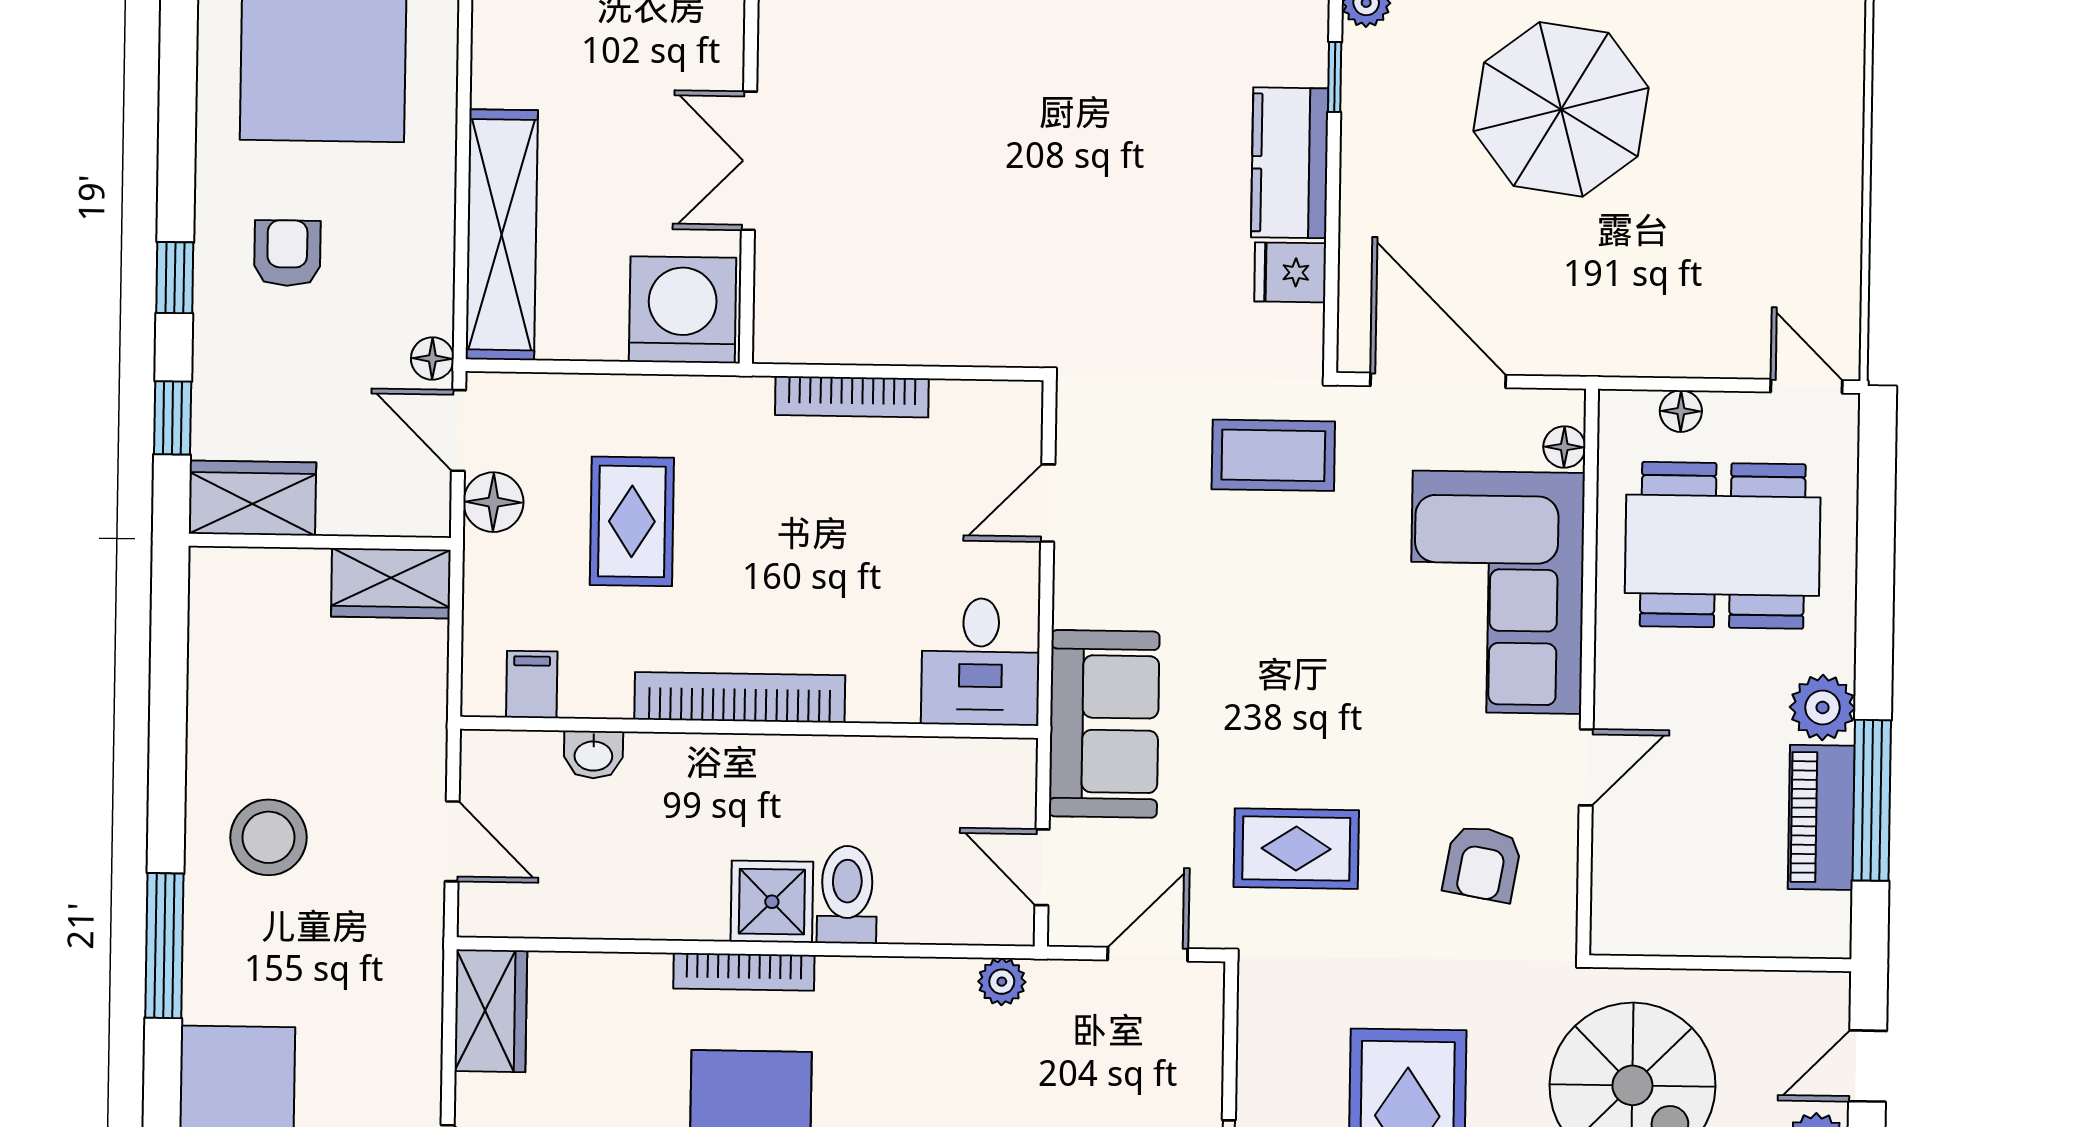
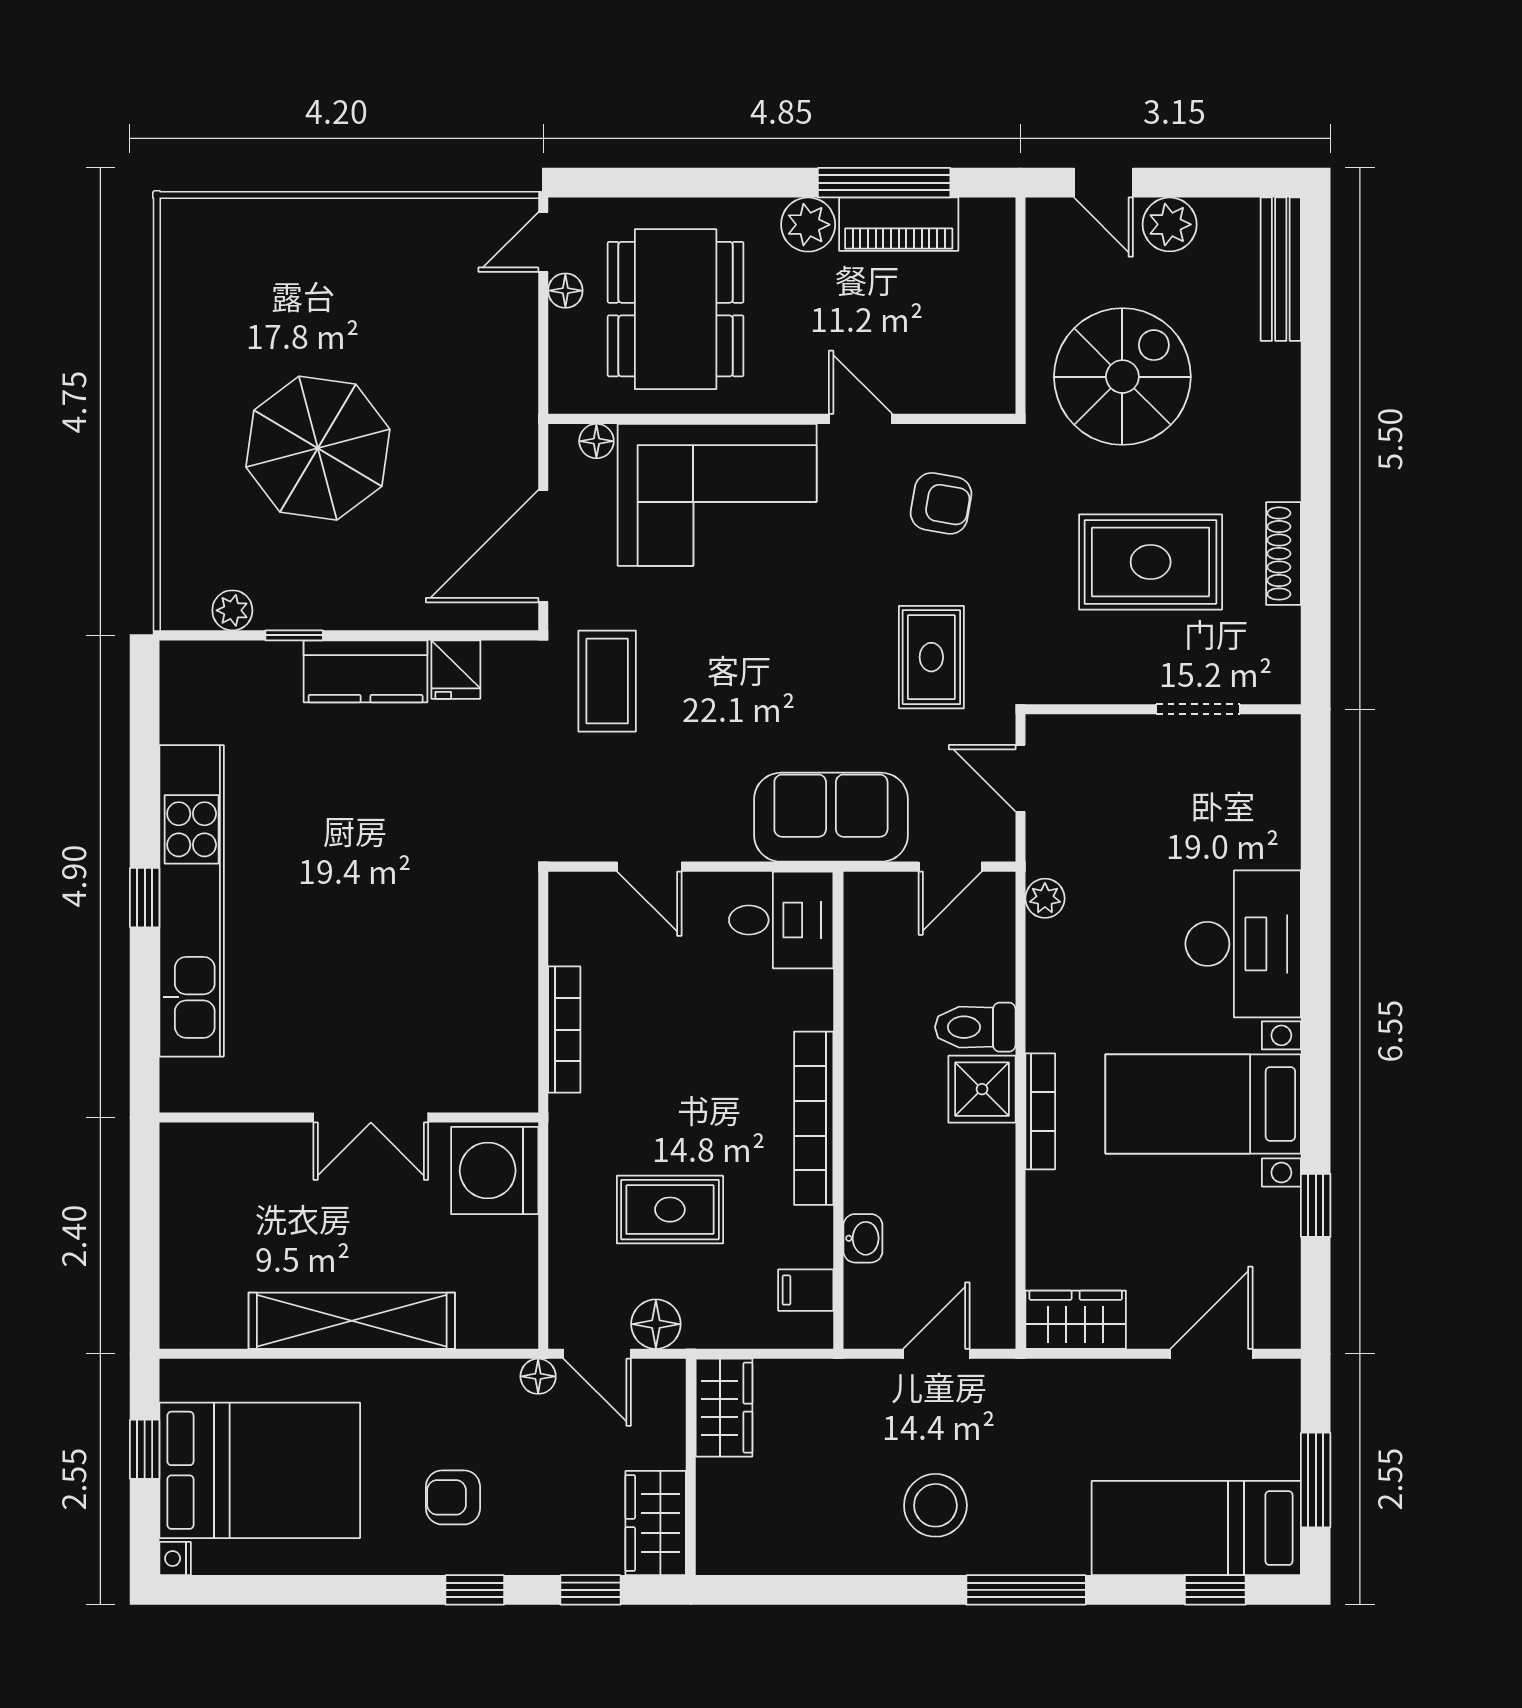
shelving: (502, 235) -> (352, 1321), moved
floor lamp: (1681, 411) -> (565, 291), moved
door: (459, 430) -> (597, 1354), hinge flipped

